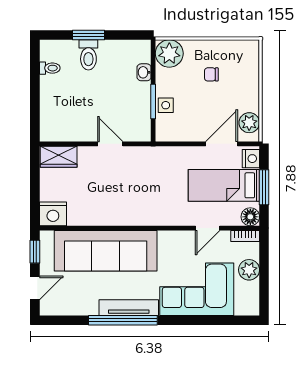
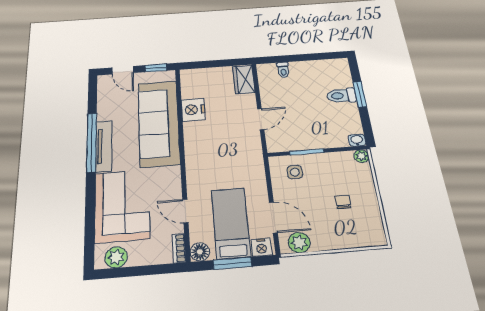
plant: (169, 53) -> (361, 156), width x0.53, depth x0.53
toilet: (50, 68) -> (283, 70), moved
washbasin: (144, 72) -> (357, 140), moved
side table: (166, 105) -> (295, 172), moved
nightstand: (53, 214) -> (193, 110), moved
plant: (249, 270) -> (116, 257), moved

